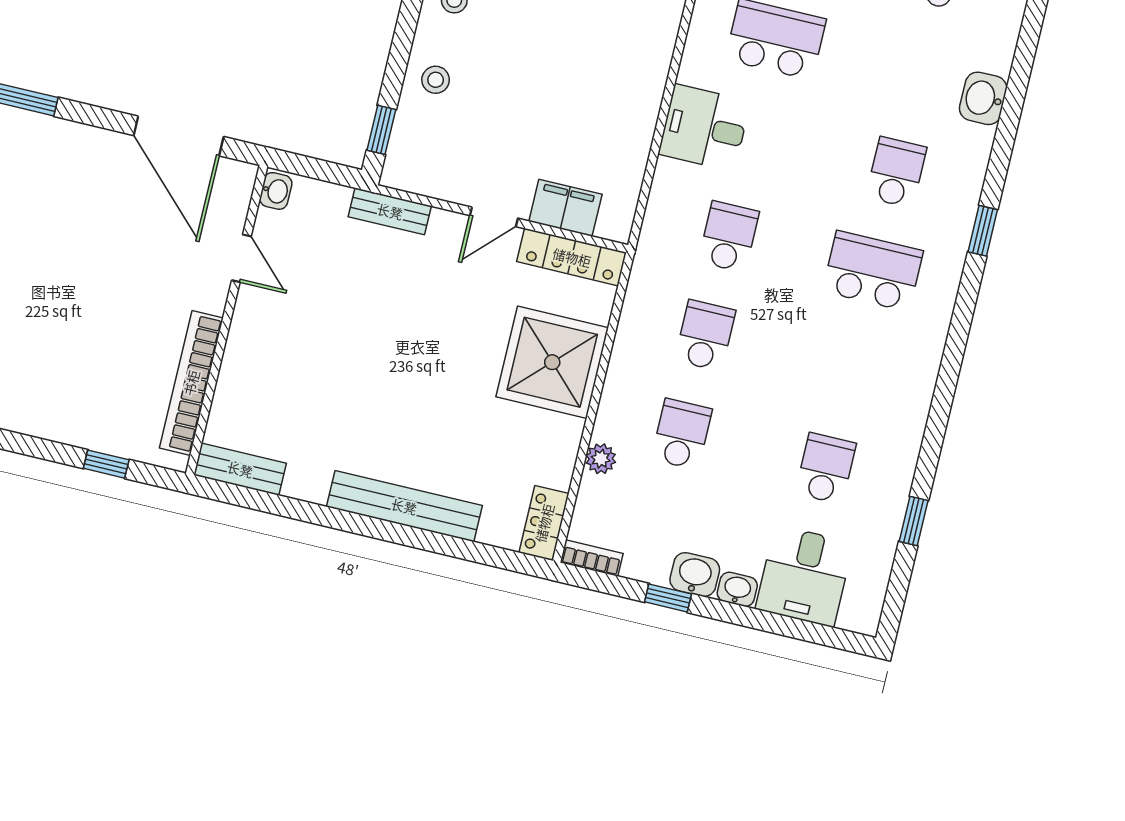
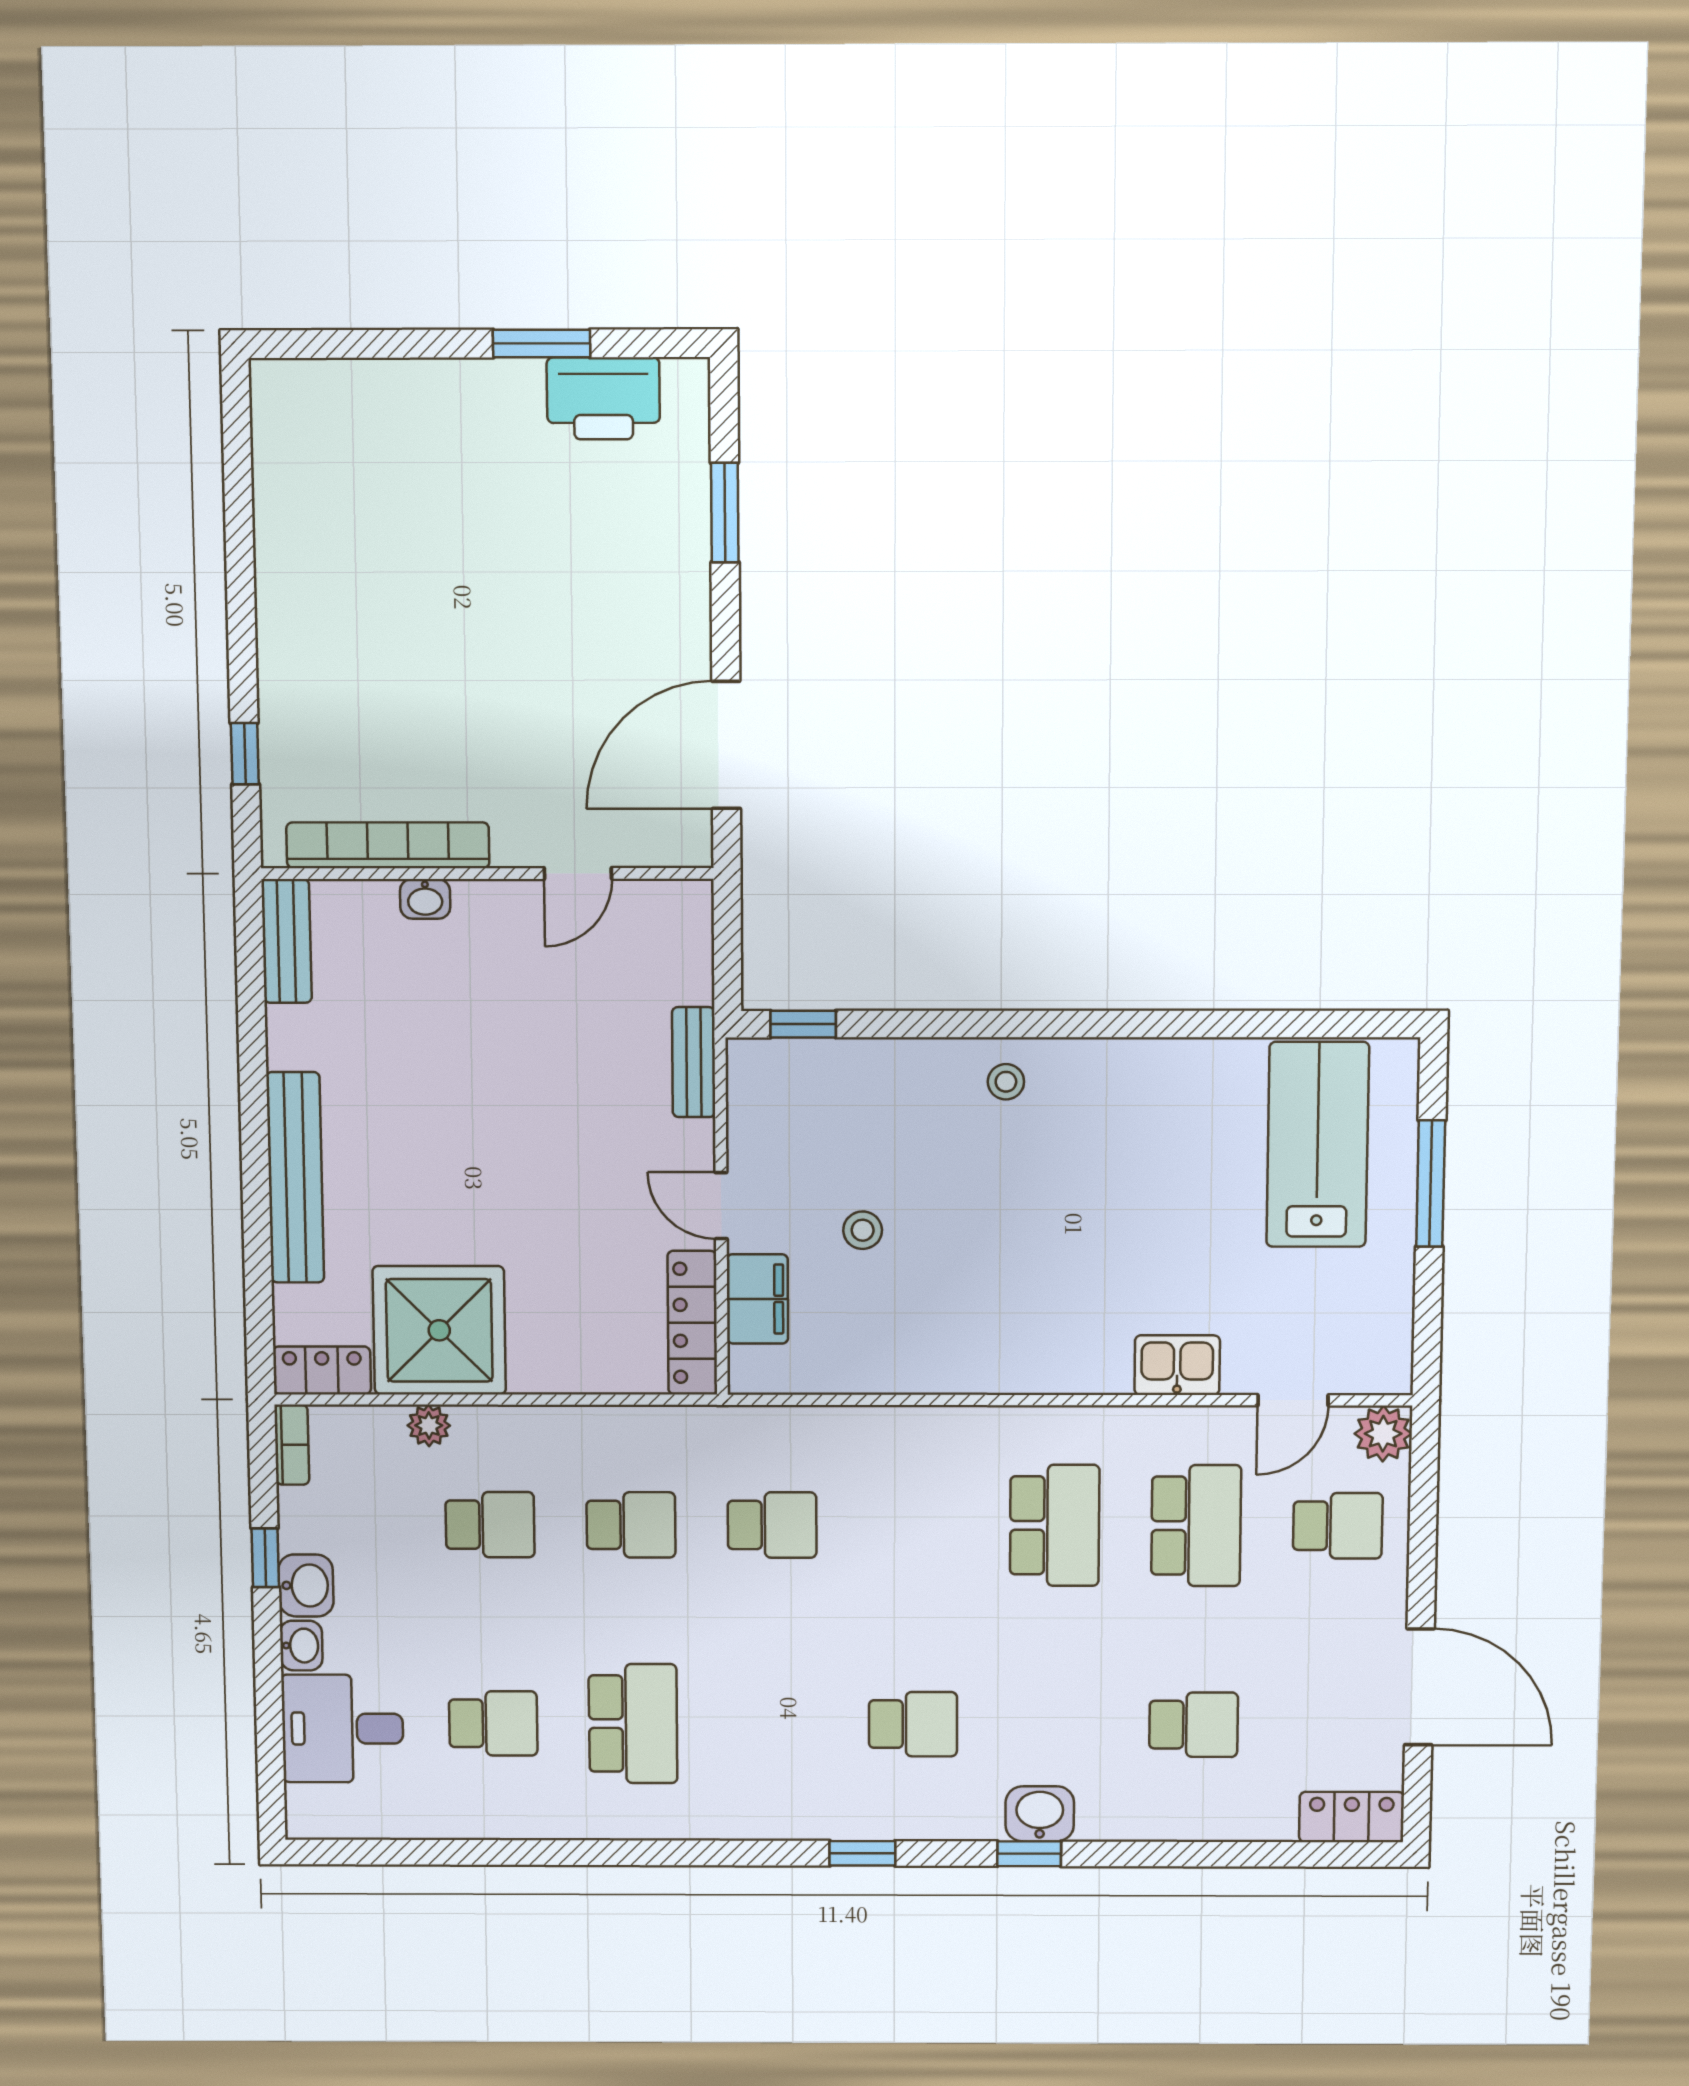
stool: (436, 80) -> (863, 1230), moved
desk: (704, 128) -> (912, 1459), removed
washbasin: (276, 191) -> (425, 899), moved
school desk: (873, 271) -> (633, 1724), moved
shower: (552, 362) -> (439, 1330), moved
window: (914, 521) -> (1029, 1854), moved

